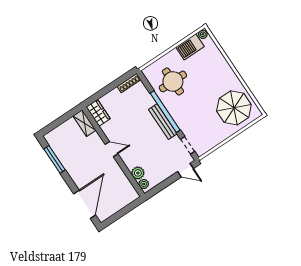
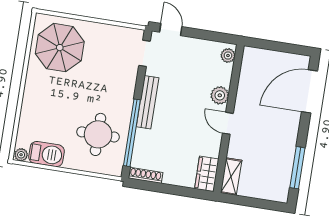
window: (165, 112) -> (132, 133), moved
plant: (138, 173) -> (220, 95), moved

